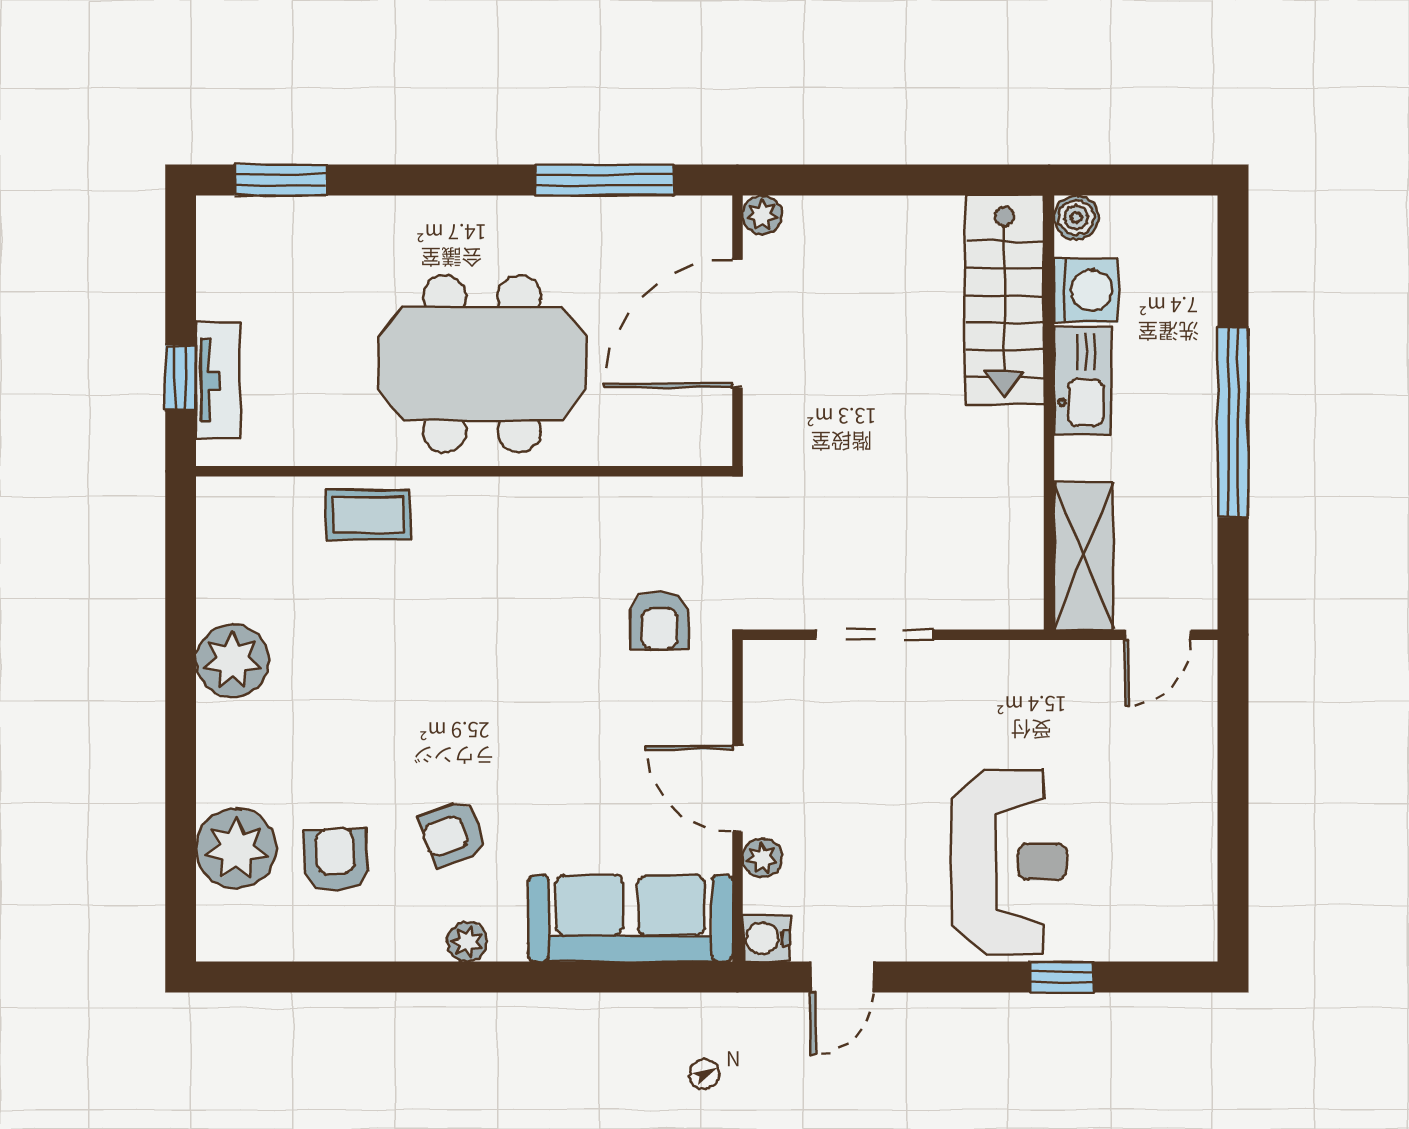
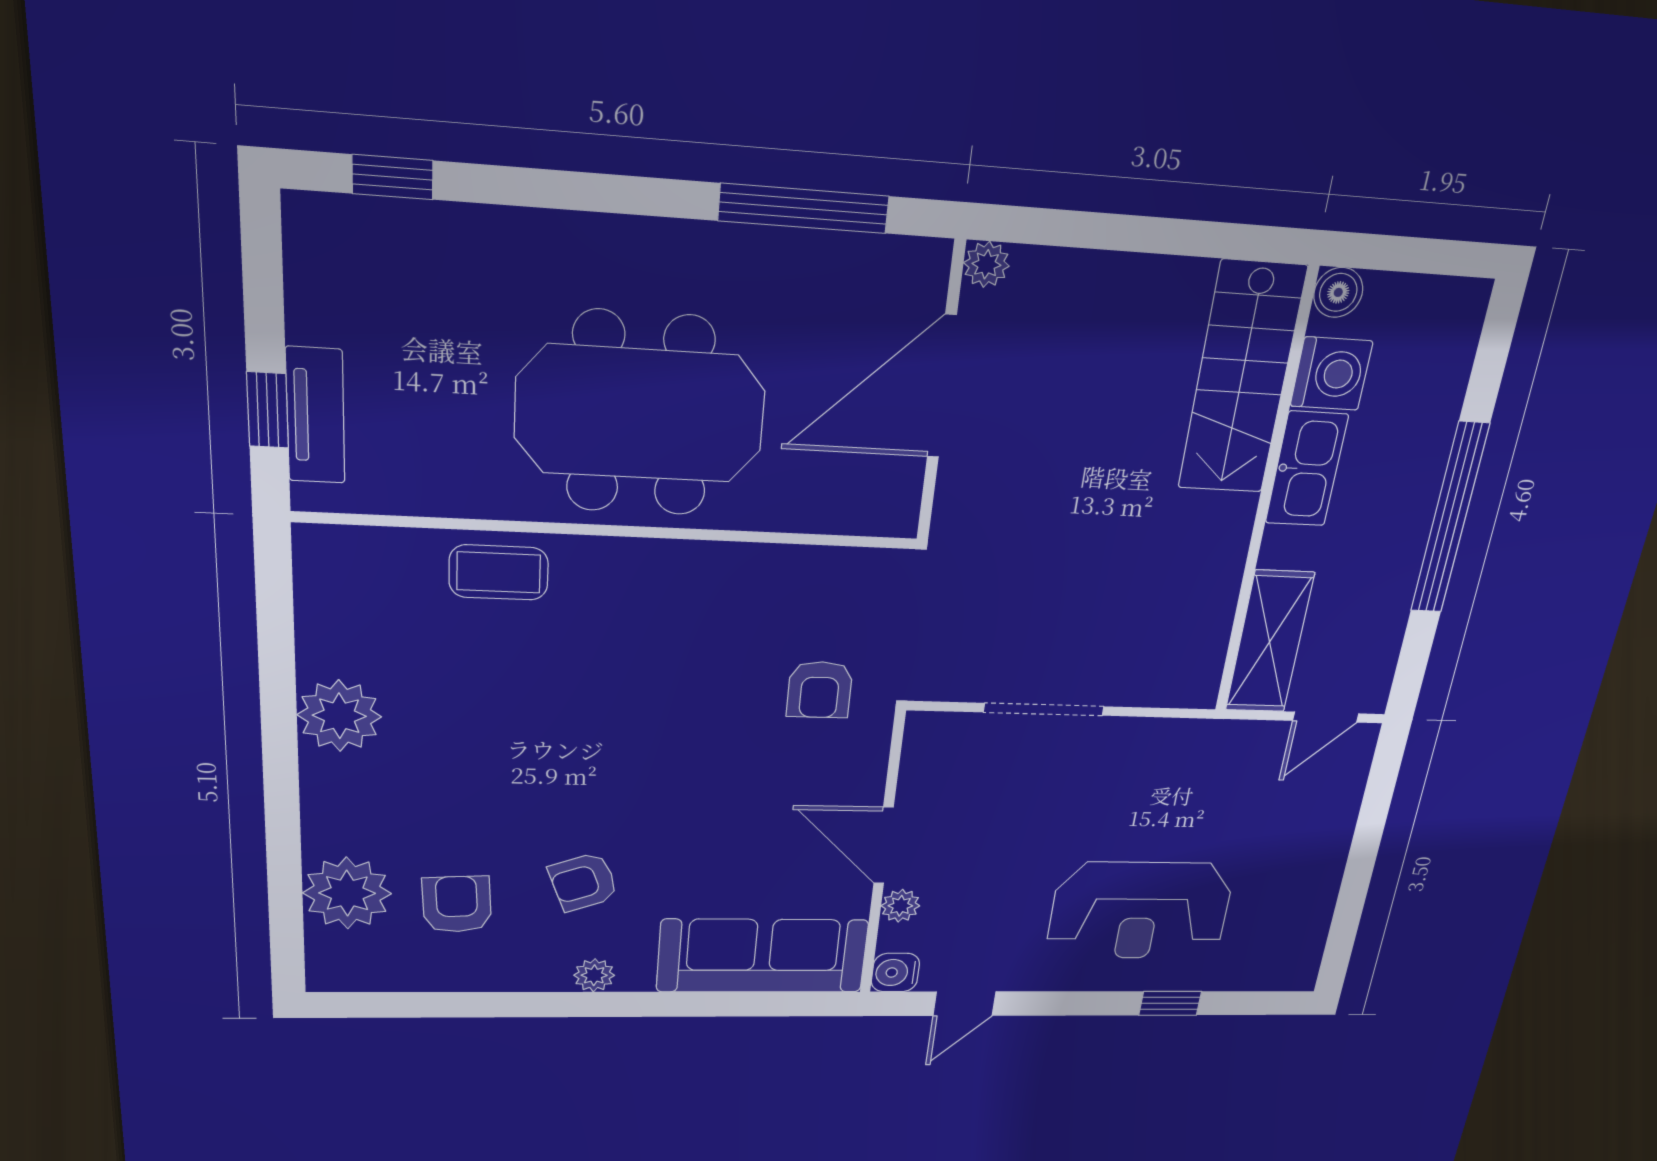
window: (281, 180) -> (393, 177), width x0.67
reception desk: (1009, 862) -> (1140, 911), turned 90

